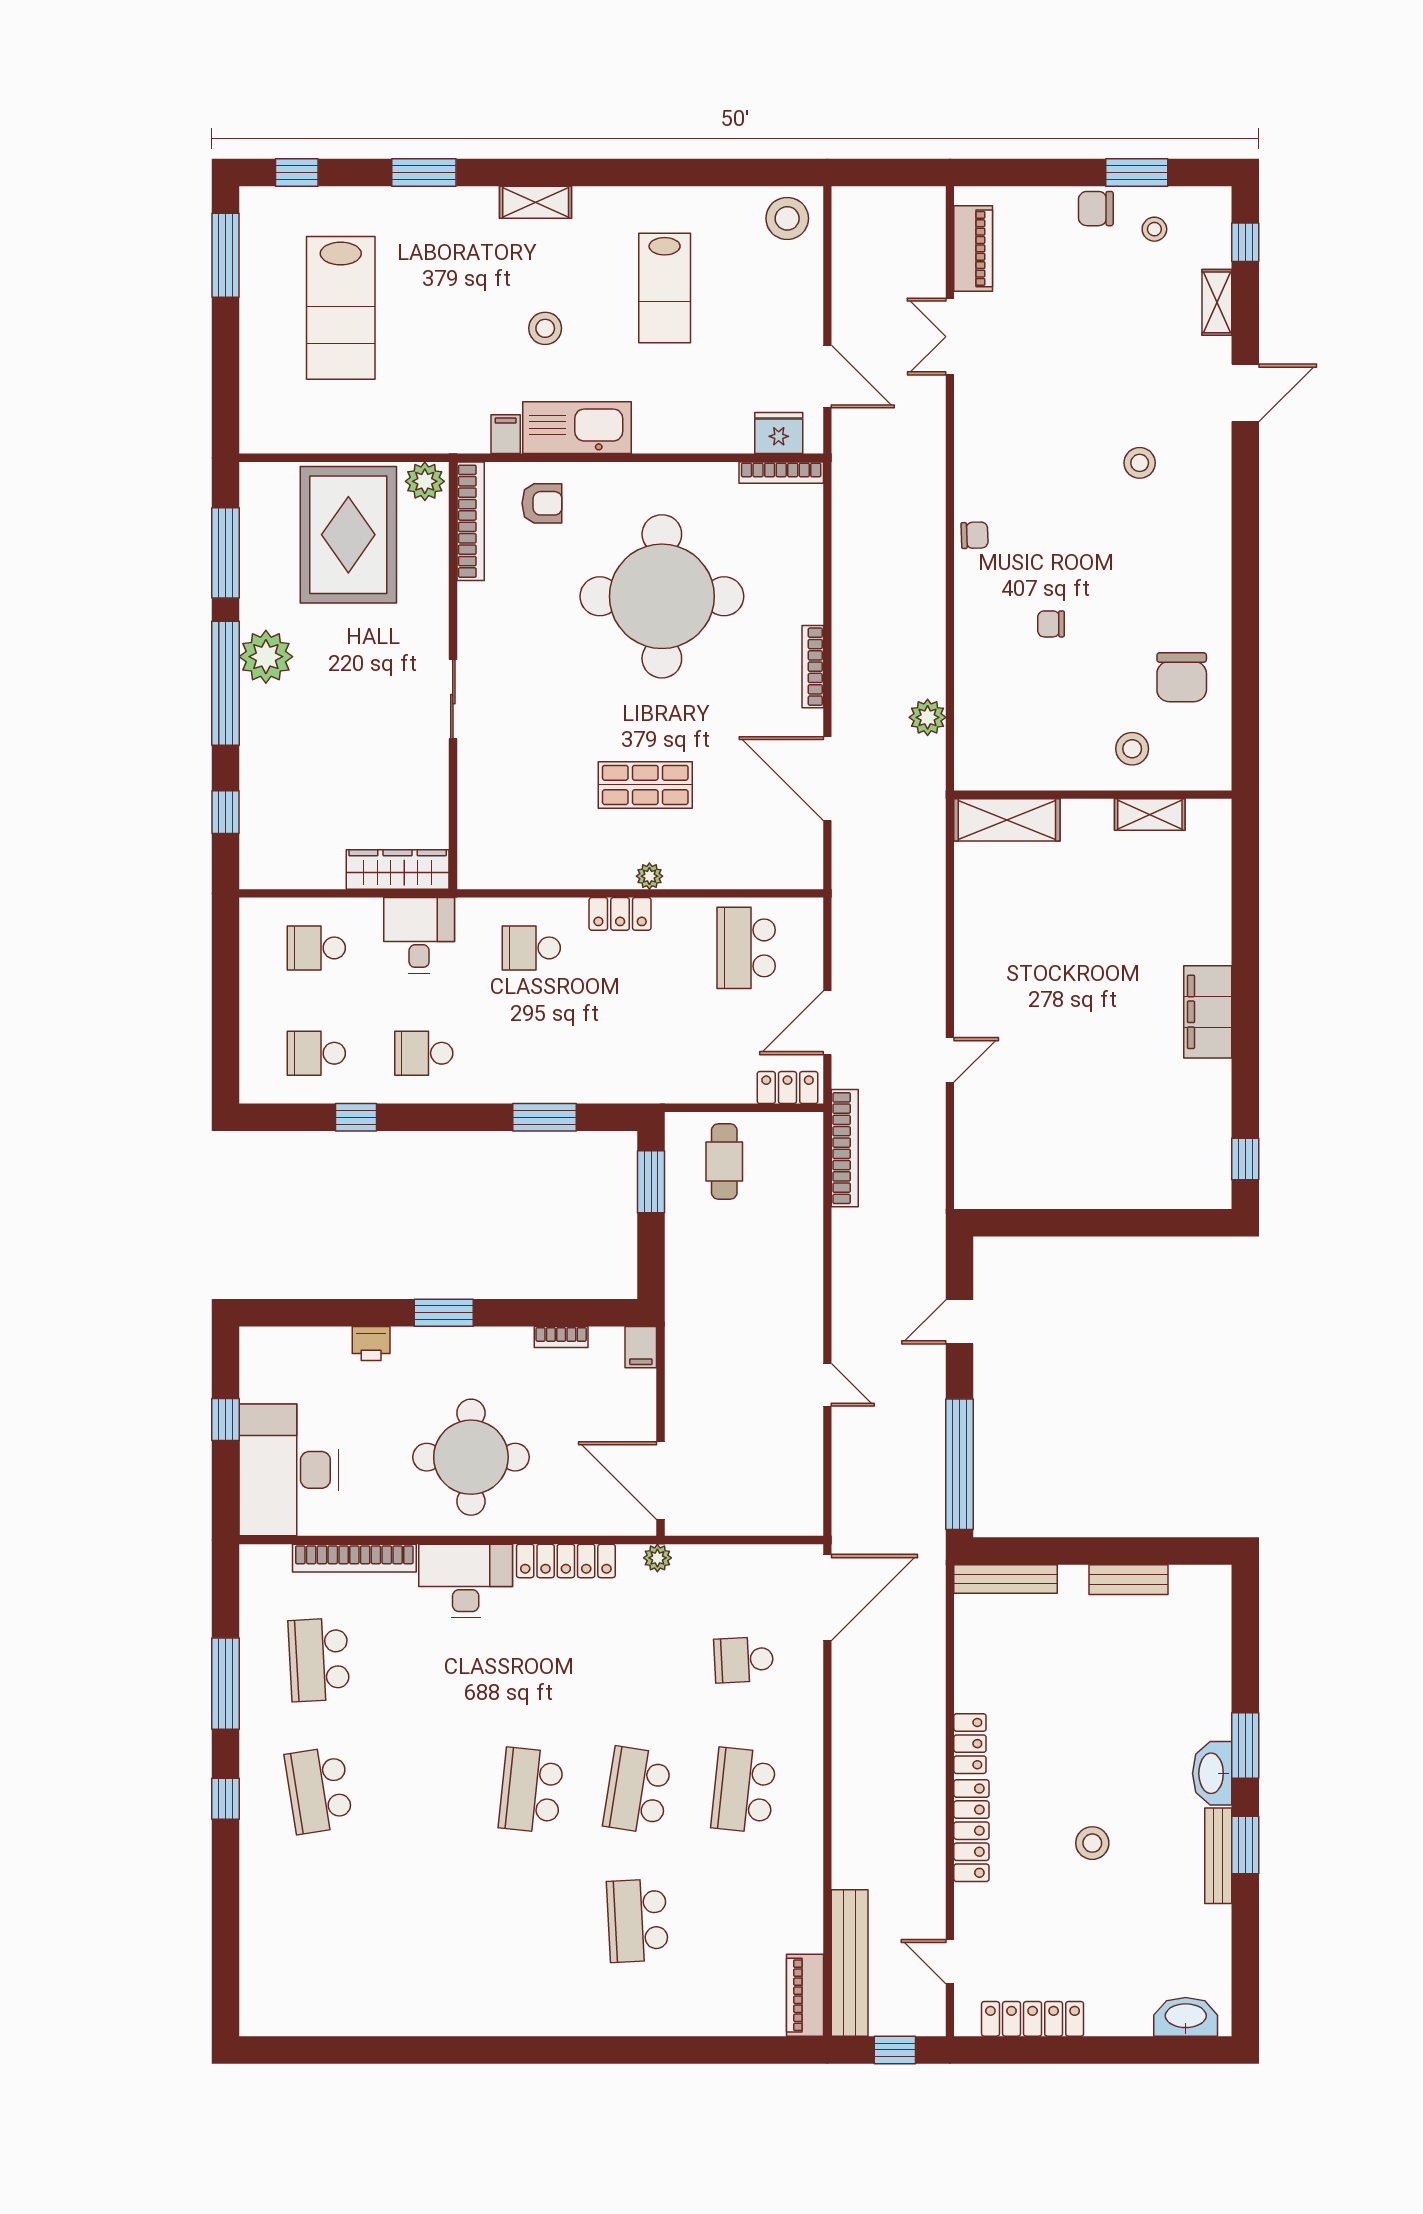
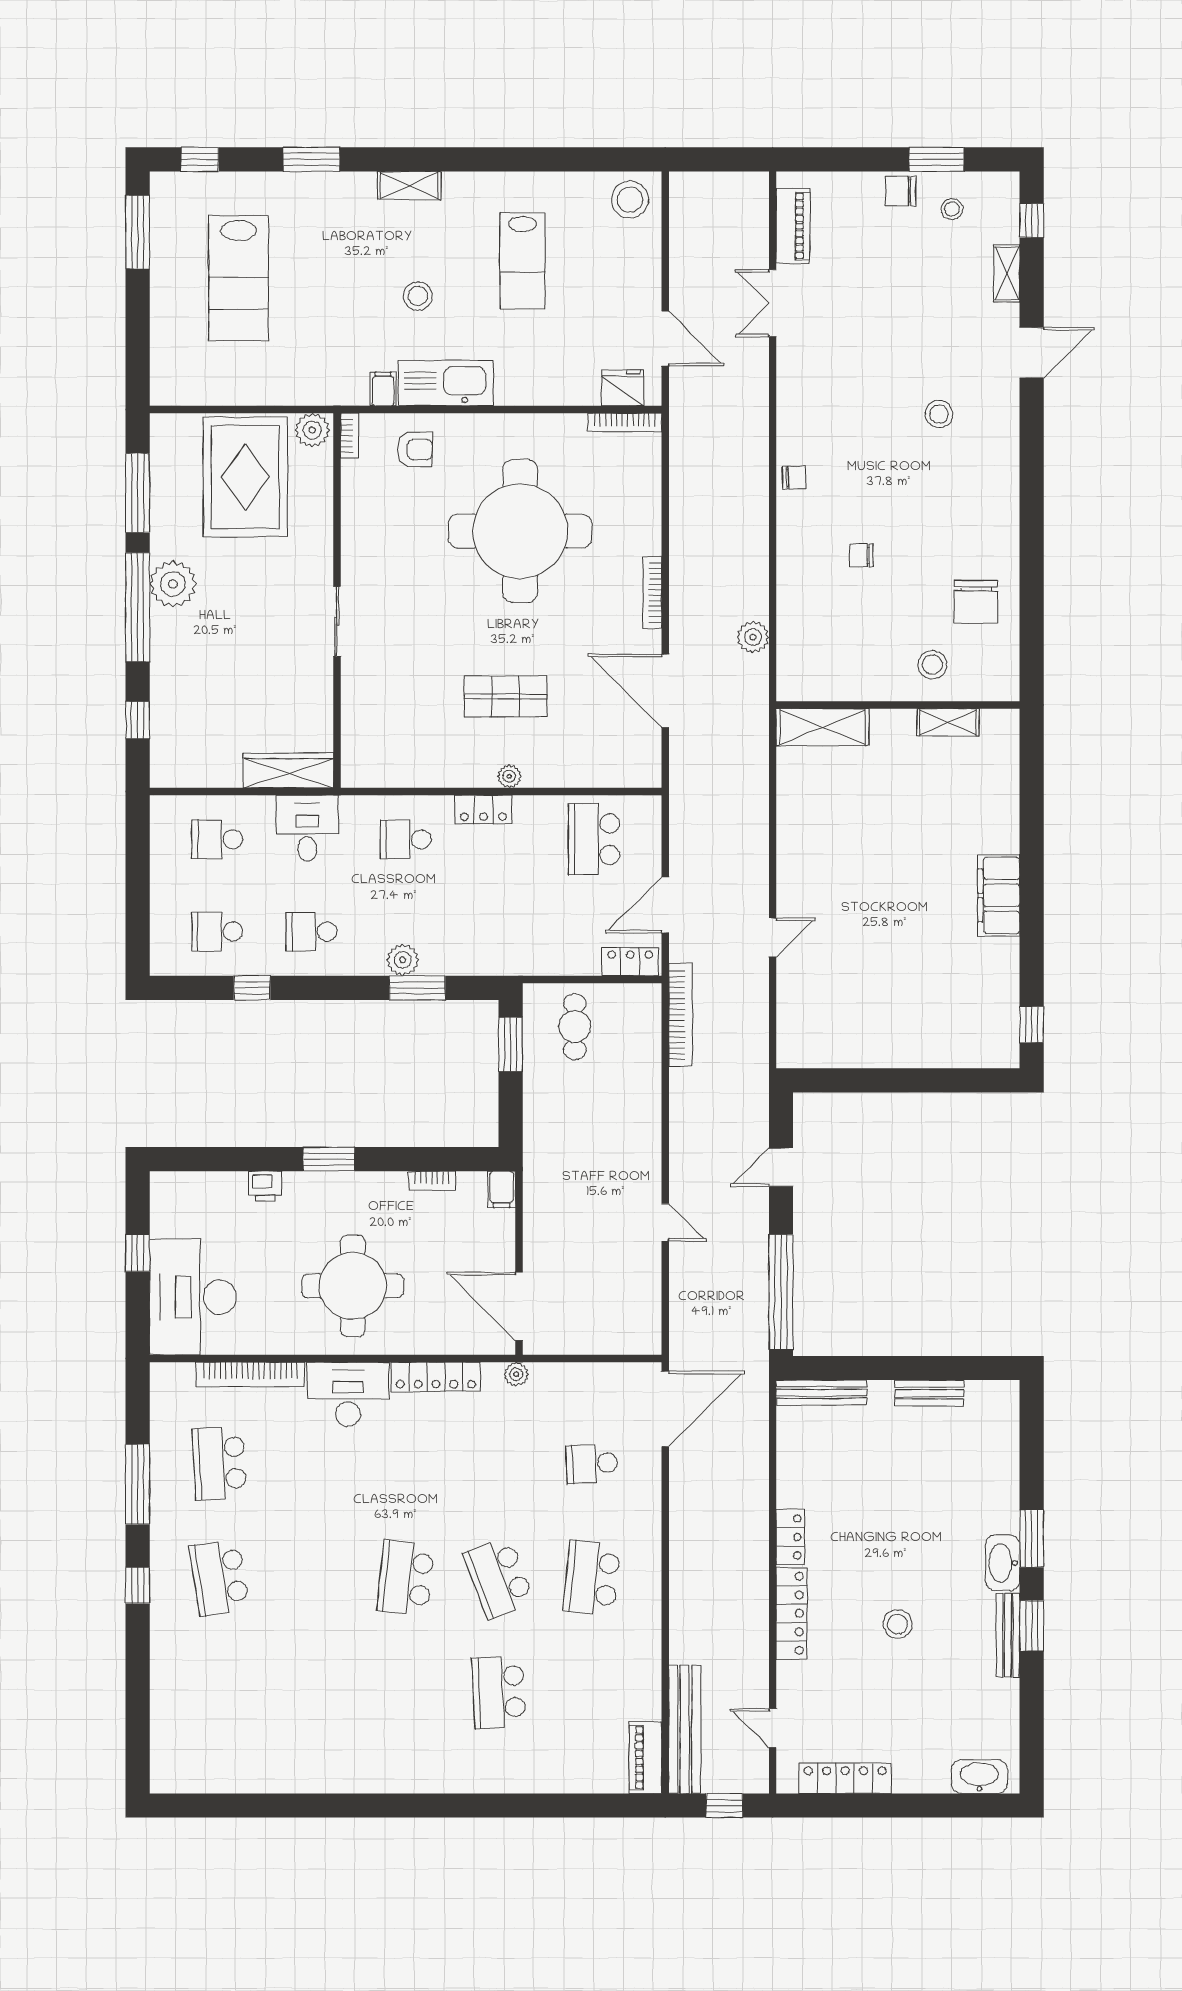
bookcase: (471, 521) -> (350, 436), width x0.43, depth x0.76
plant: (528, 1085) -> (403, 960), added
school desk: (637, 1790) -> (499, 1578), turned -30

